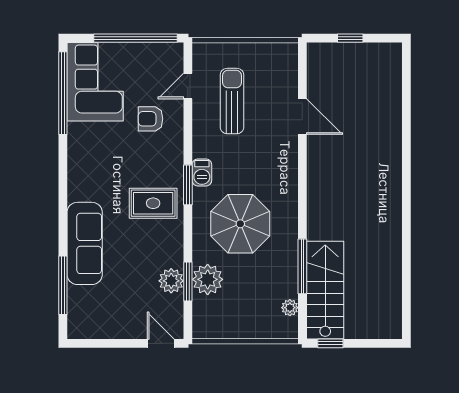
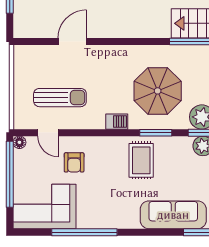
floor lamp: (176, 50) -> (19, 142), added
window: (63, 93) -> (84, 232), moved
sun lounger: (232, 101) -> (60, 98), turned 180
window: (188, 185) -> (156, 133), moved

